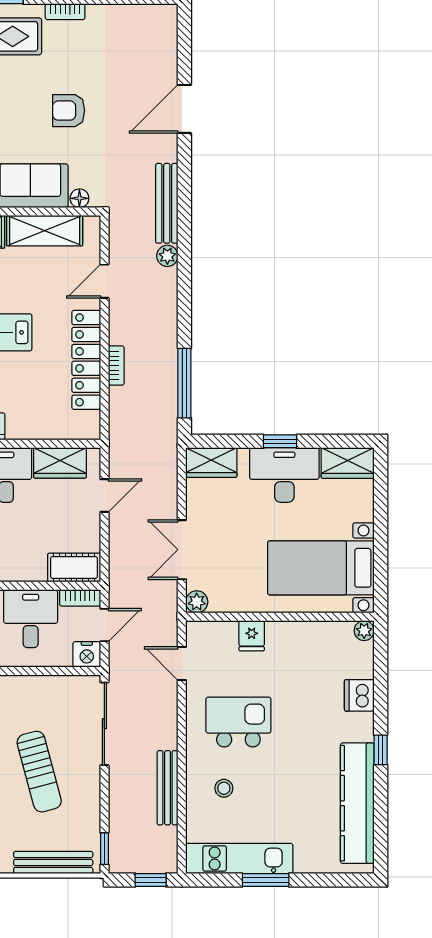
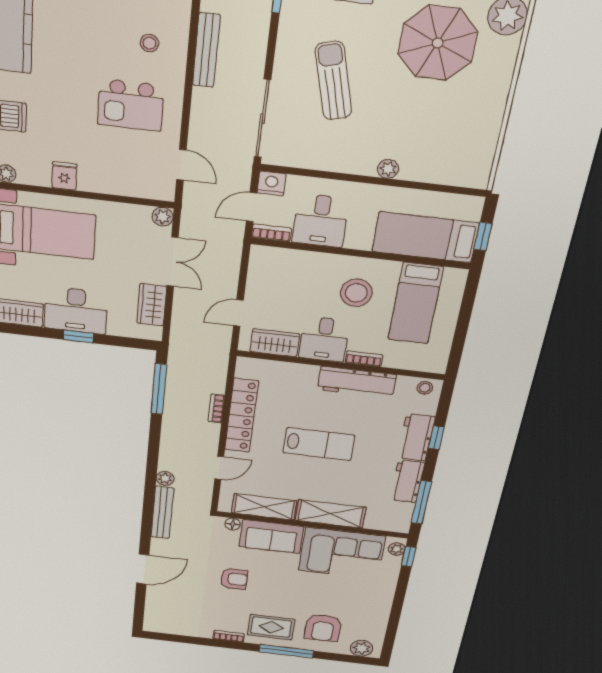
wardrobe: (211, 463) -> (152, 305), moved, turned -90
cot: (74, 567) -> (274, 259), removed
fridge: (252, 636) -> (64, 176), moved

